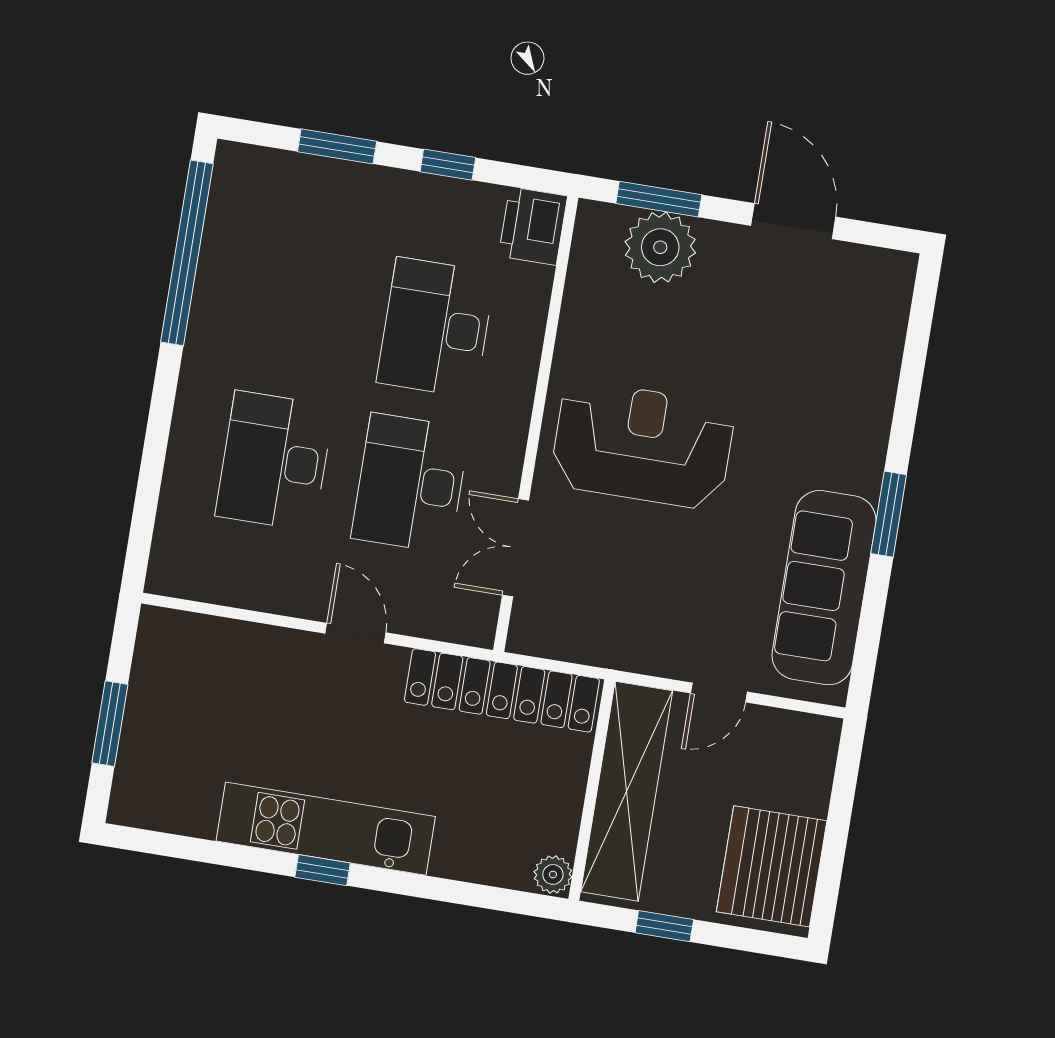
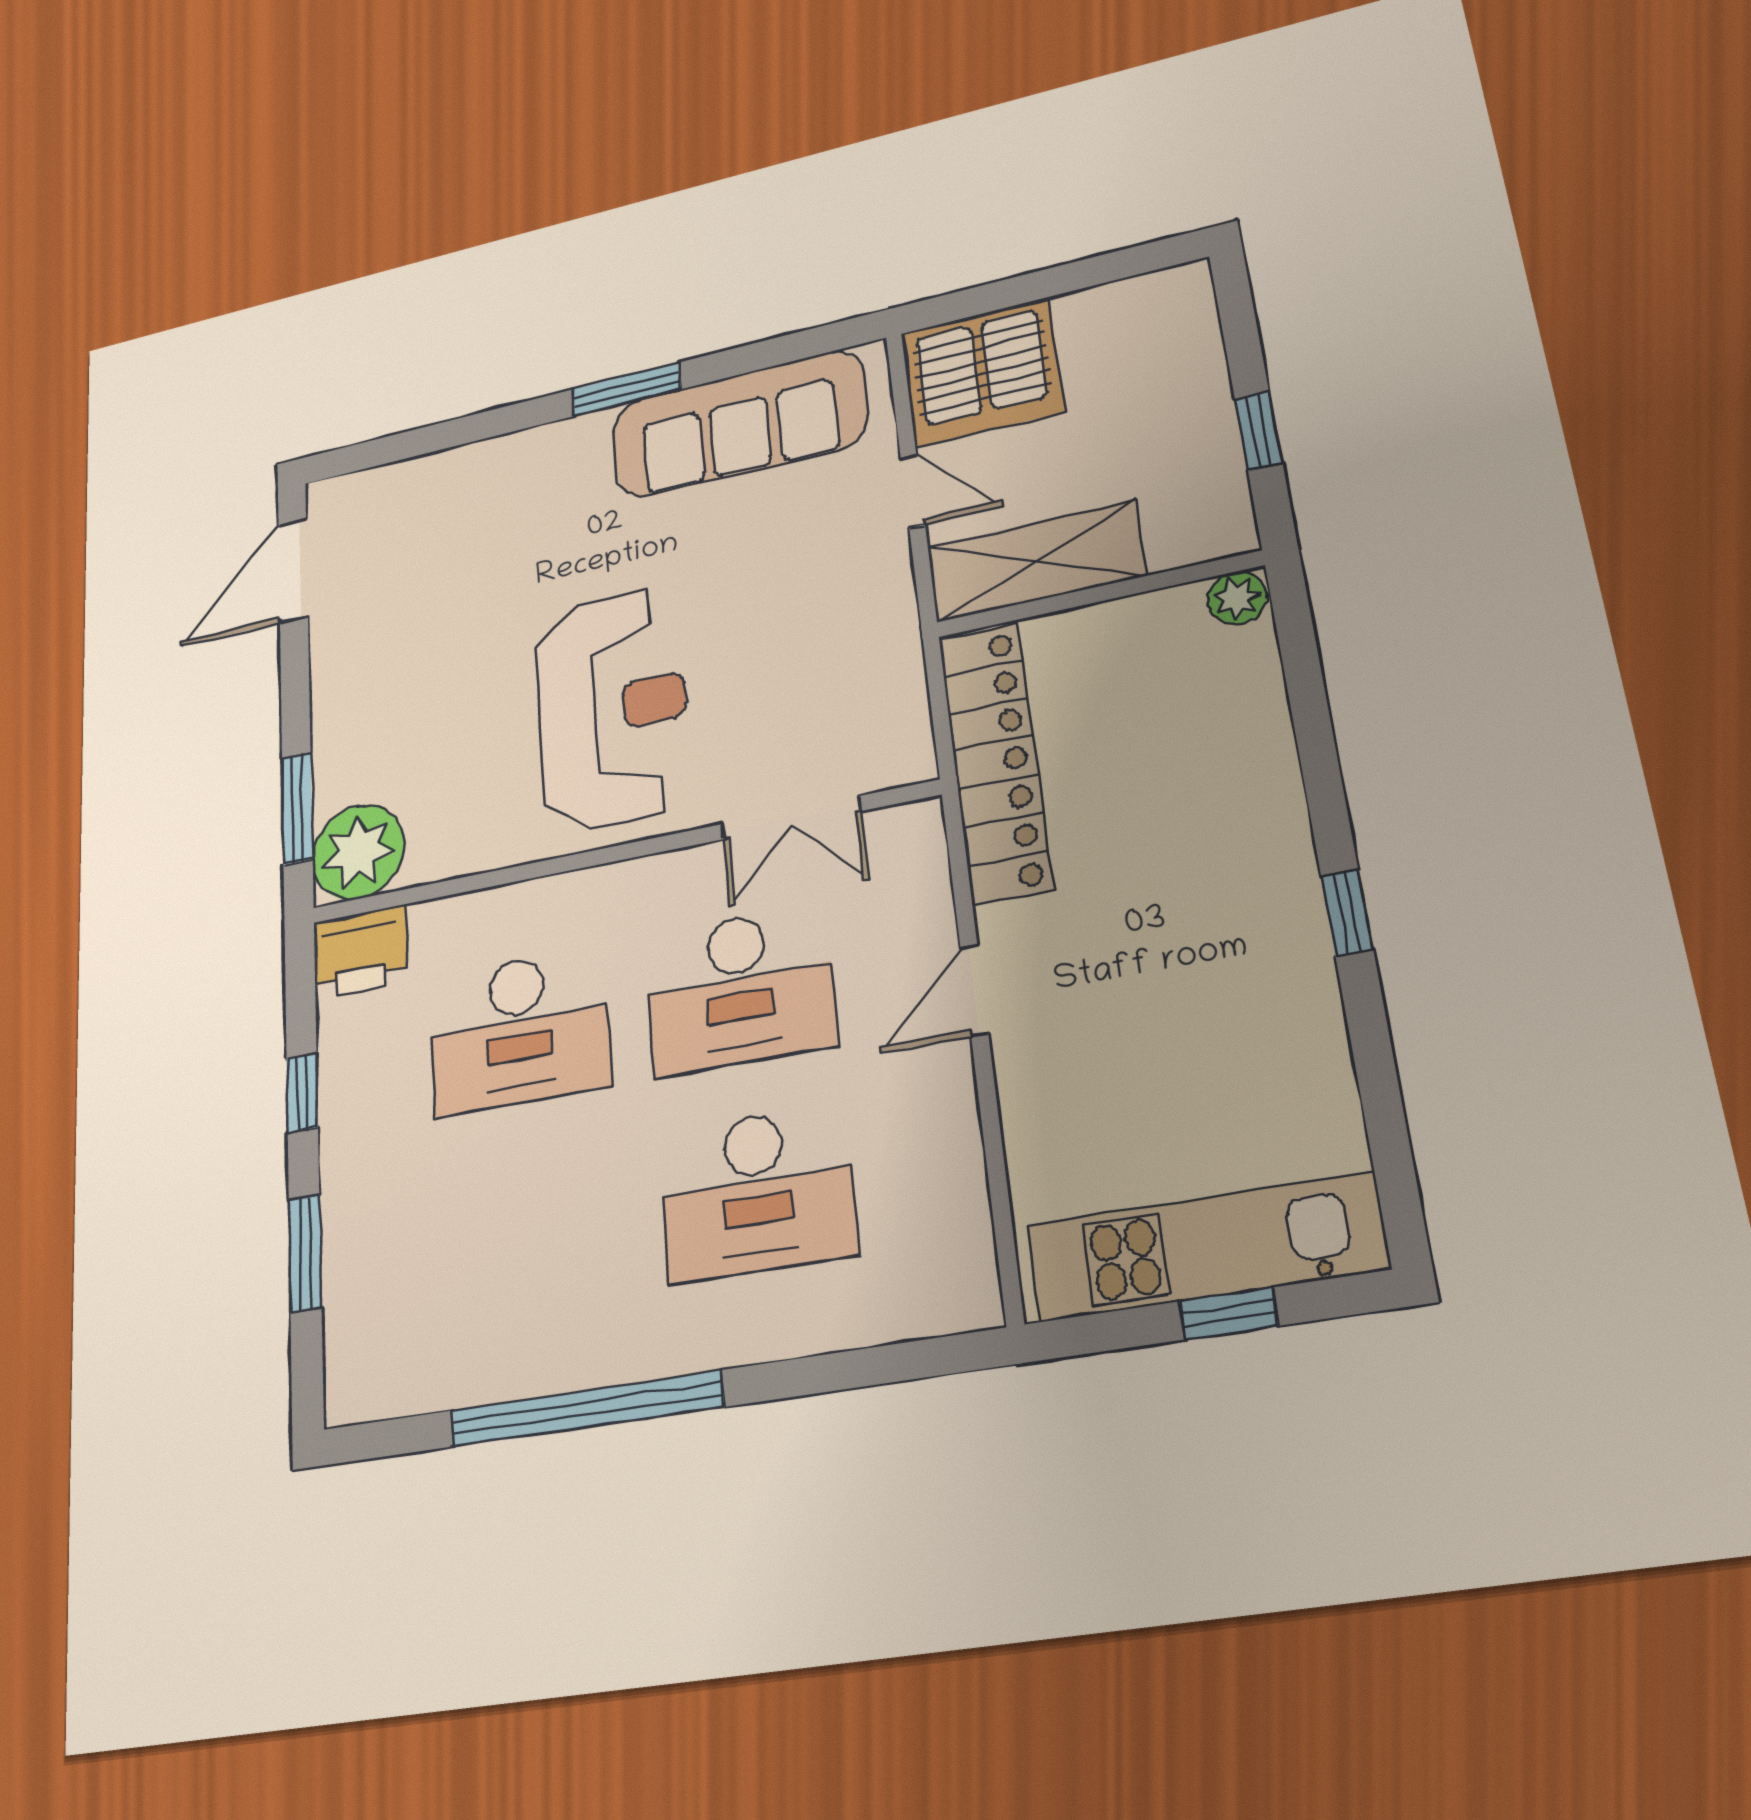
door: (793, 221) -> (293, 571), moved
plant: (660, 247) -> (358, 852), moved
window: (187, 253) -> (586, 1409), moved
reception desk: (643, 445) -> (612, 709), turned 180
window: (110, 724) -> (1228, 1313), width x0.67
shelving: (627, 791) -> (1036, 561), width x0.68
kitchen unit: (326, 829) -> (1206, 1247), moved, turned 90
server rack: (772, 866) -> (982, 372), moved

